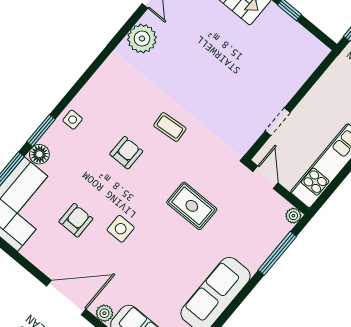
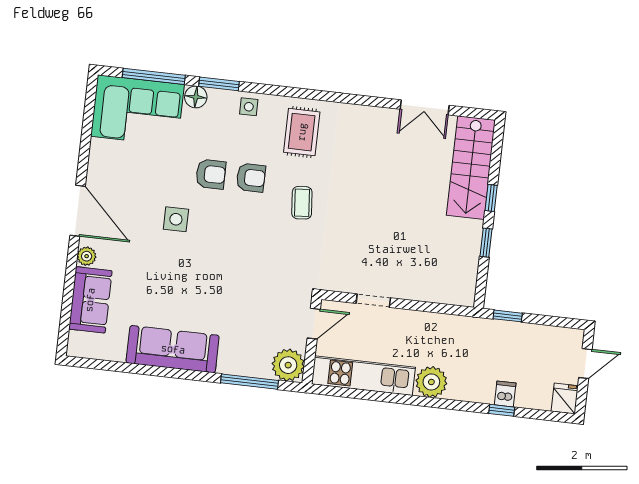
plant: (142, 39) -> (368, 122), removed
rug: (192, 206) -> (302, 132), moved
plant: (293, 216) -> (288, 365), width x1.88, depth x1.88
armchair: (76, 220) -> (211, 174), moved

